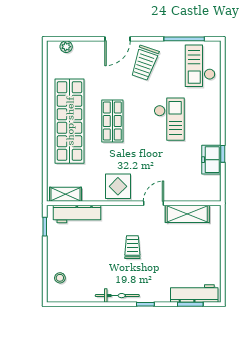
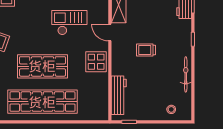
checkout: (169, 119) -> (69, 23), moved
shop shelf: (112, 121) -> (42, 66), width x1.43, depth x1.36
shelving: (65, 194) -> (103, 105), removed
bicycle: (117, 296) -> (186, 74), moved

